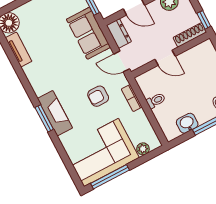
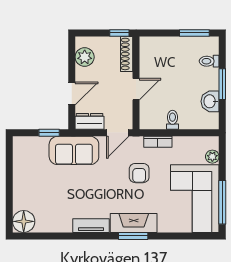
tv unit: (19, 50) -> (91, 226), moved

